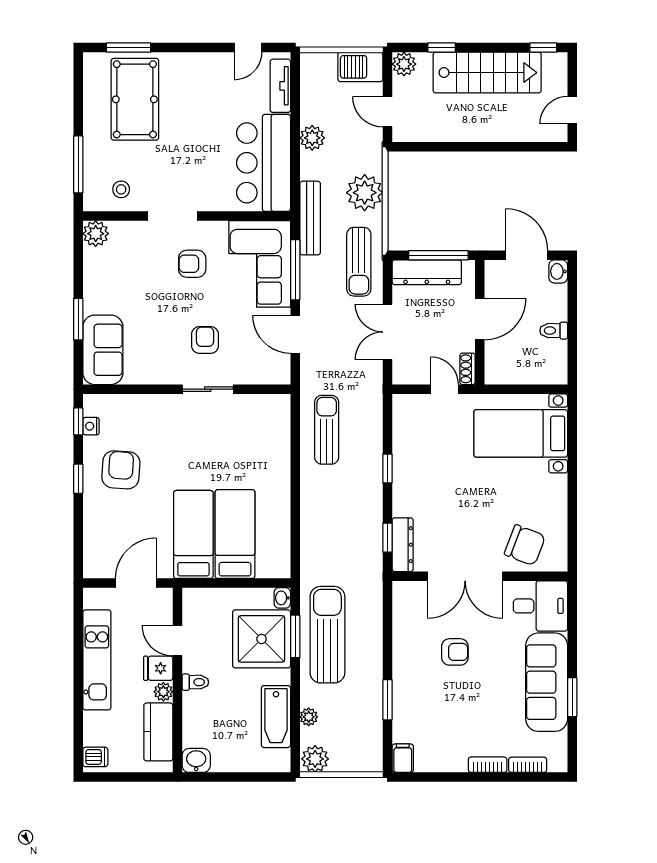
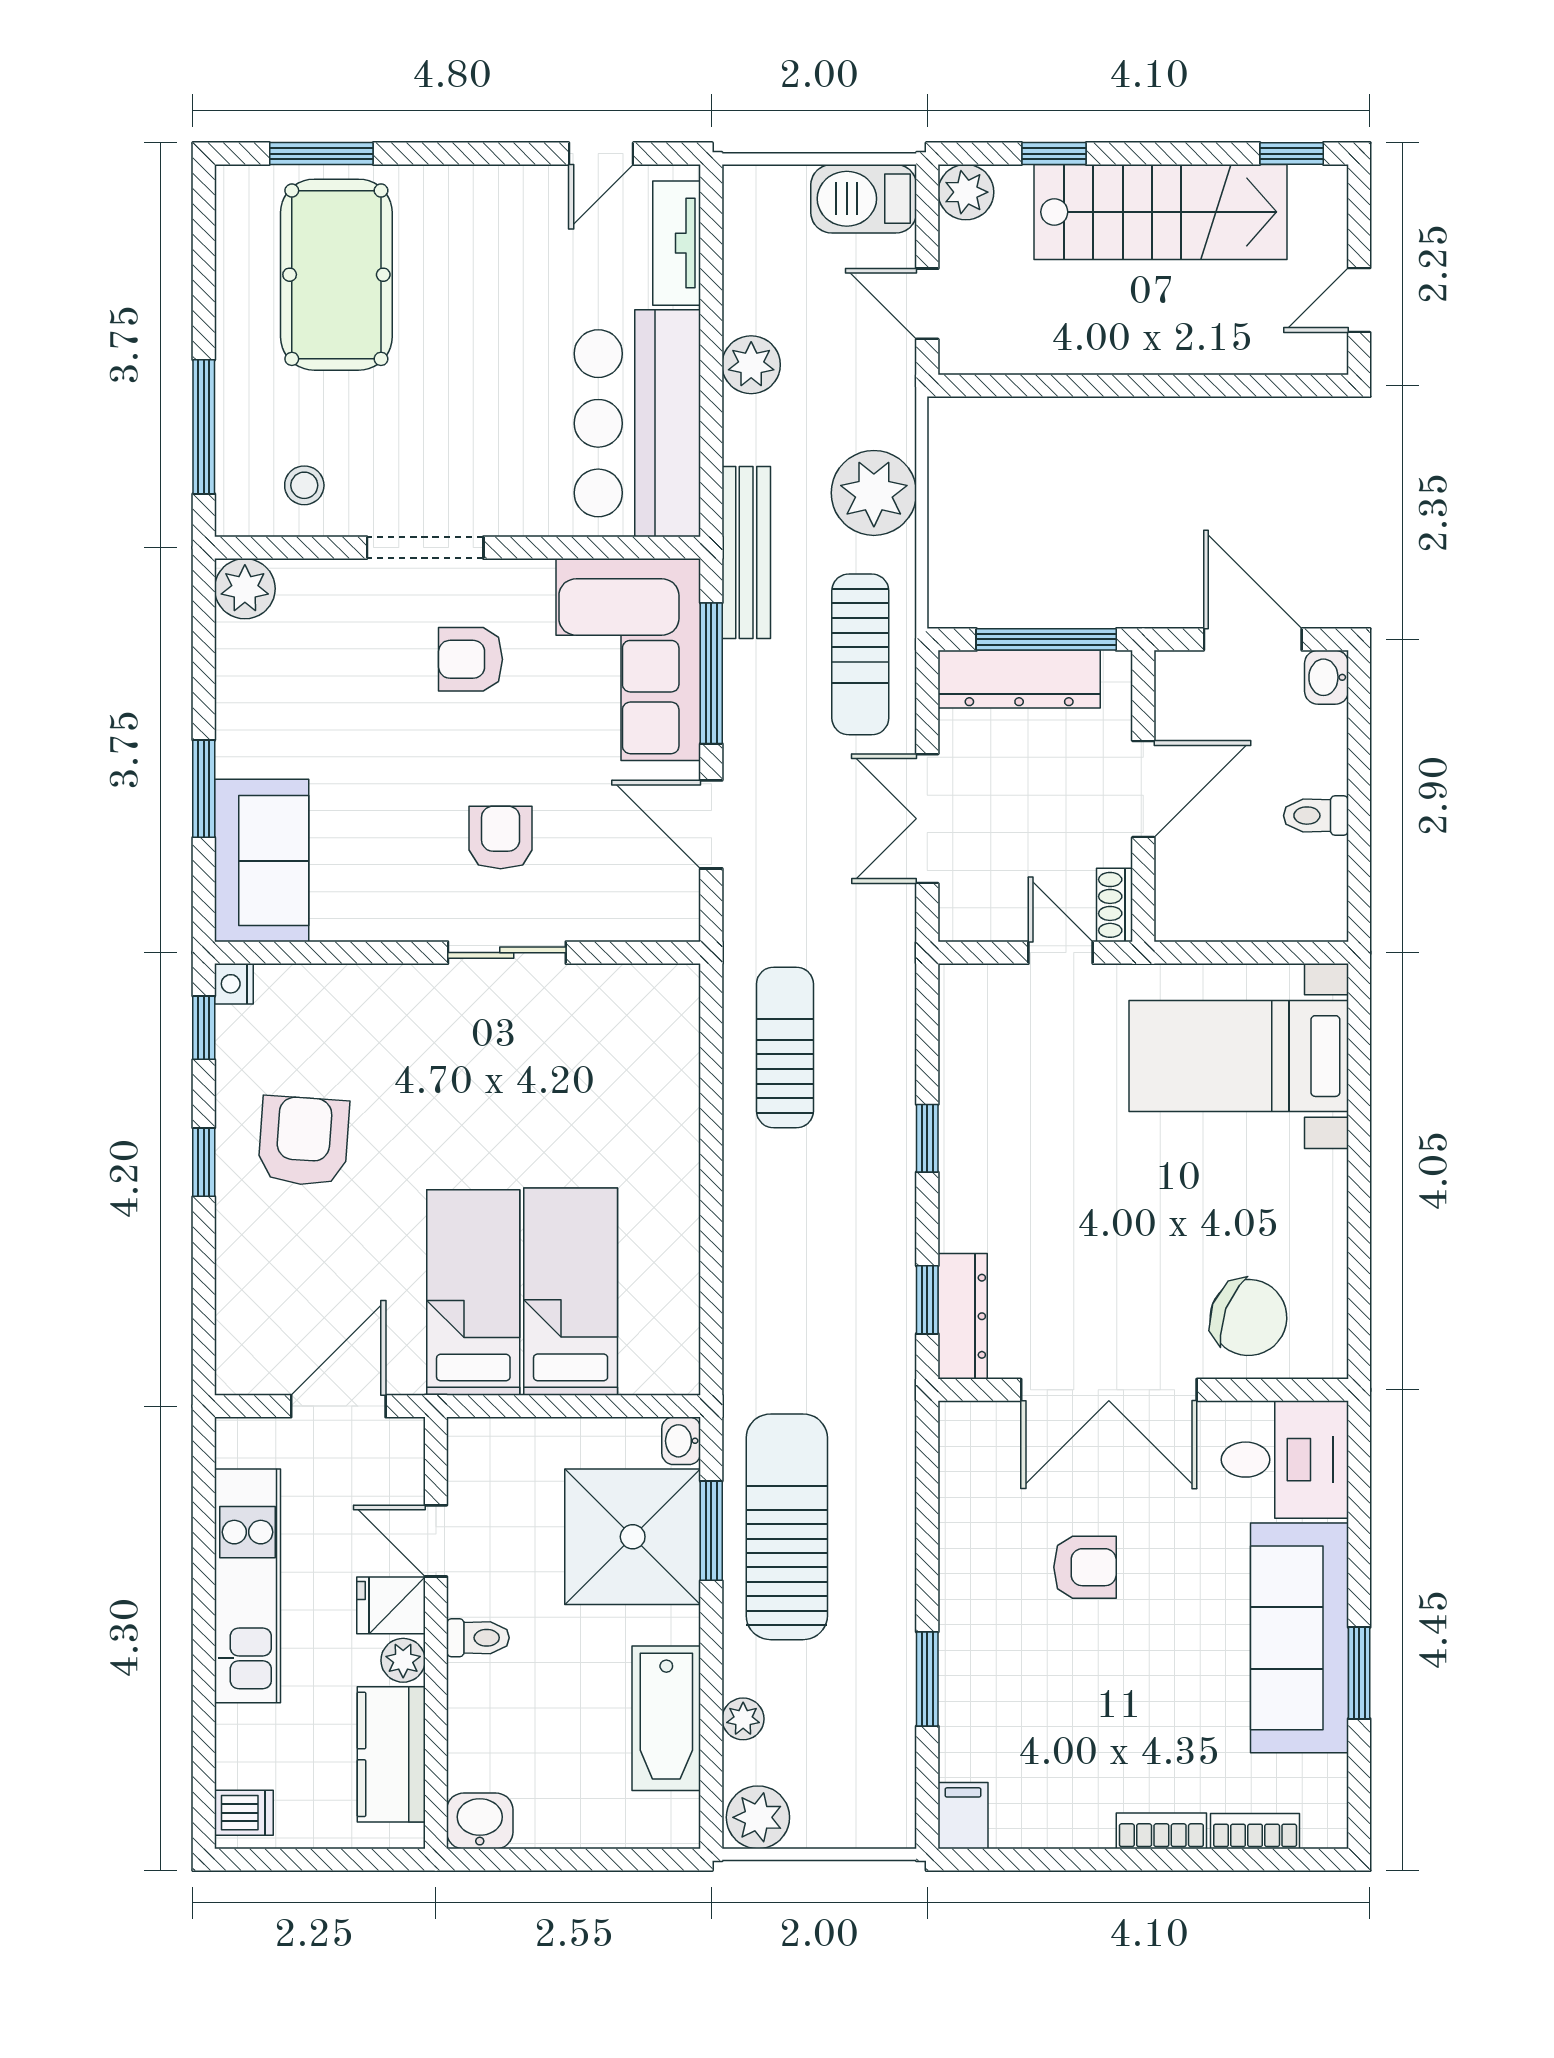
nightstand: (91, 426) -> (234, 984), moved

